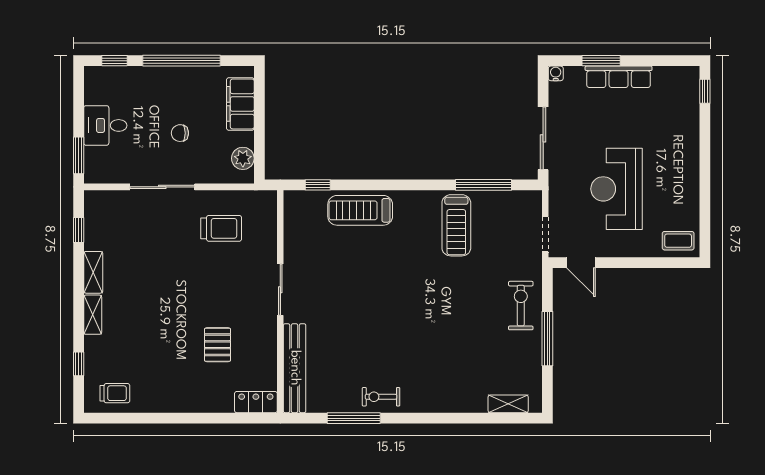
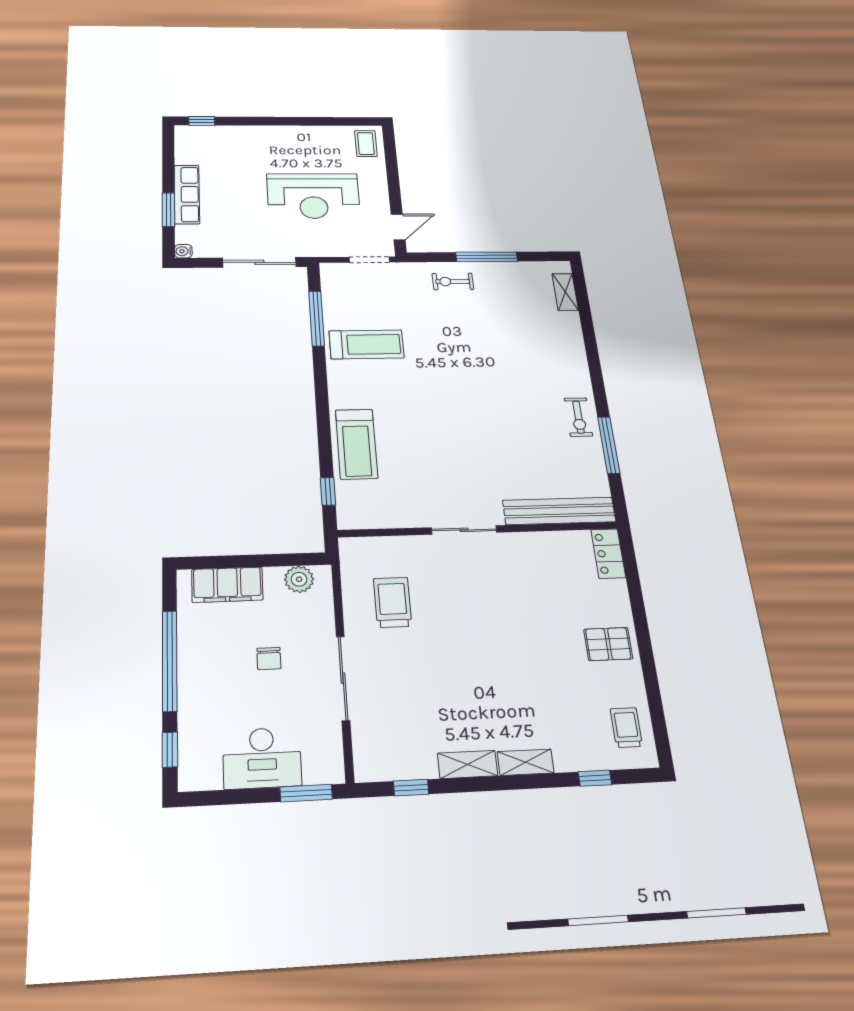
desk: (105, 125) -> (262, 758), width x1.37
exercise bike: (521, 306) -> (453, 281), width x0.73, depth x0.72
pallet: (217, 345) -> (608, 644), moved

